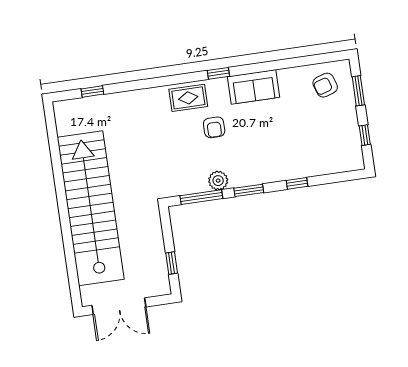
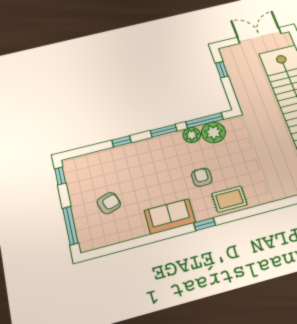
armchair: (325, 85) -> (109, 203), moved
window: (358, 91) -> (70, 226), width x1.44
window: (365, 135) -> (60, 176), moved
plant: (193, 180) -> (214, 132), added

